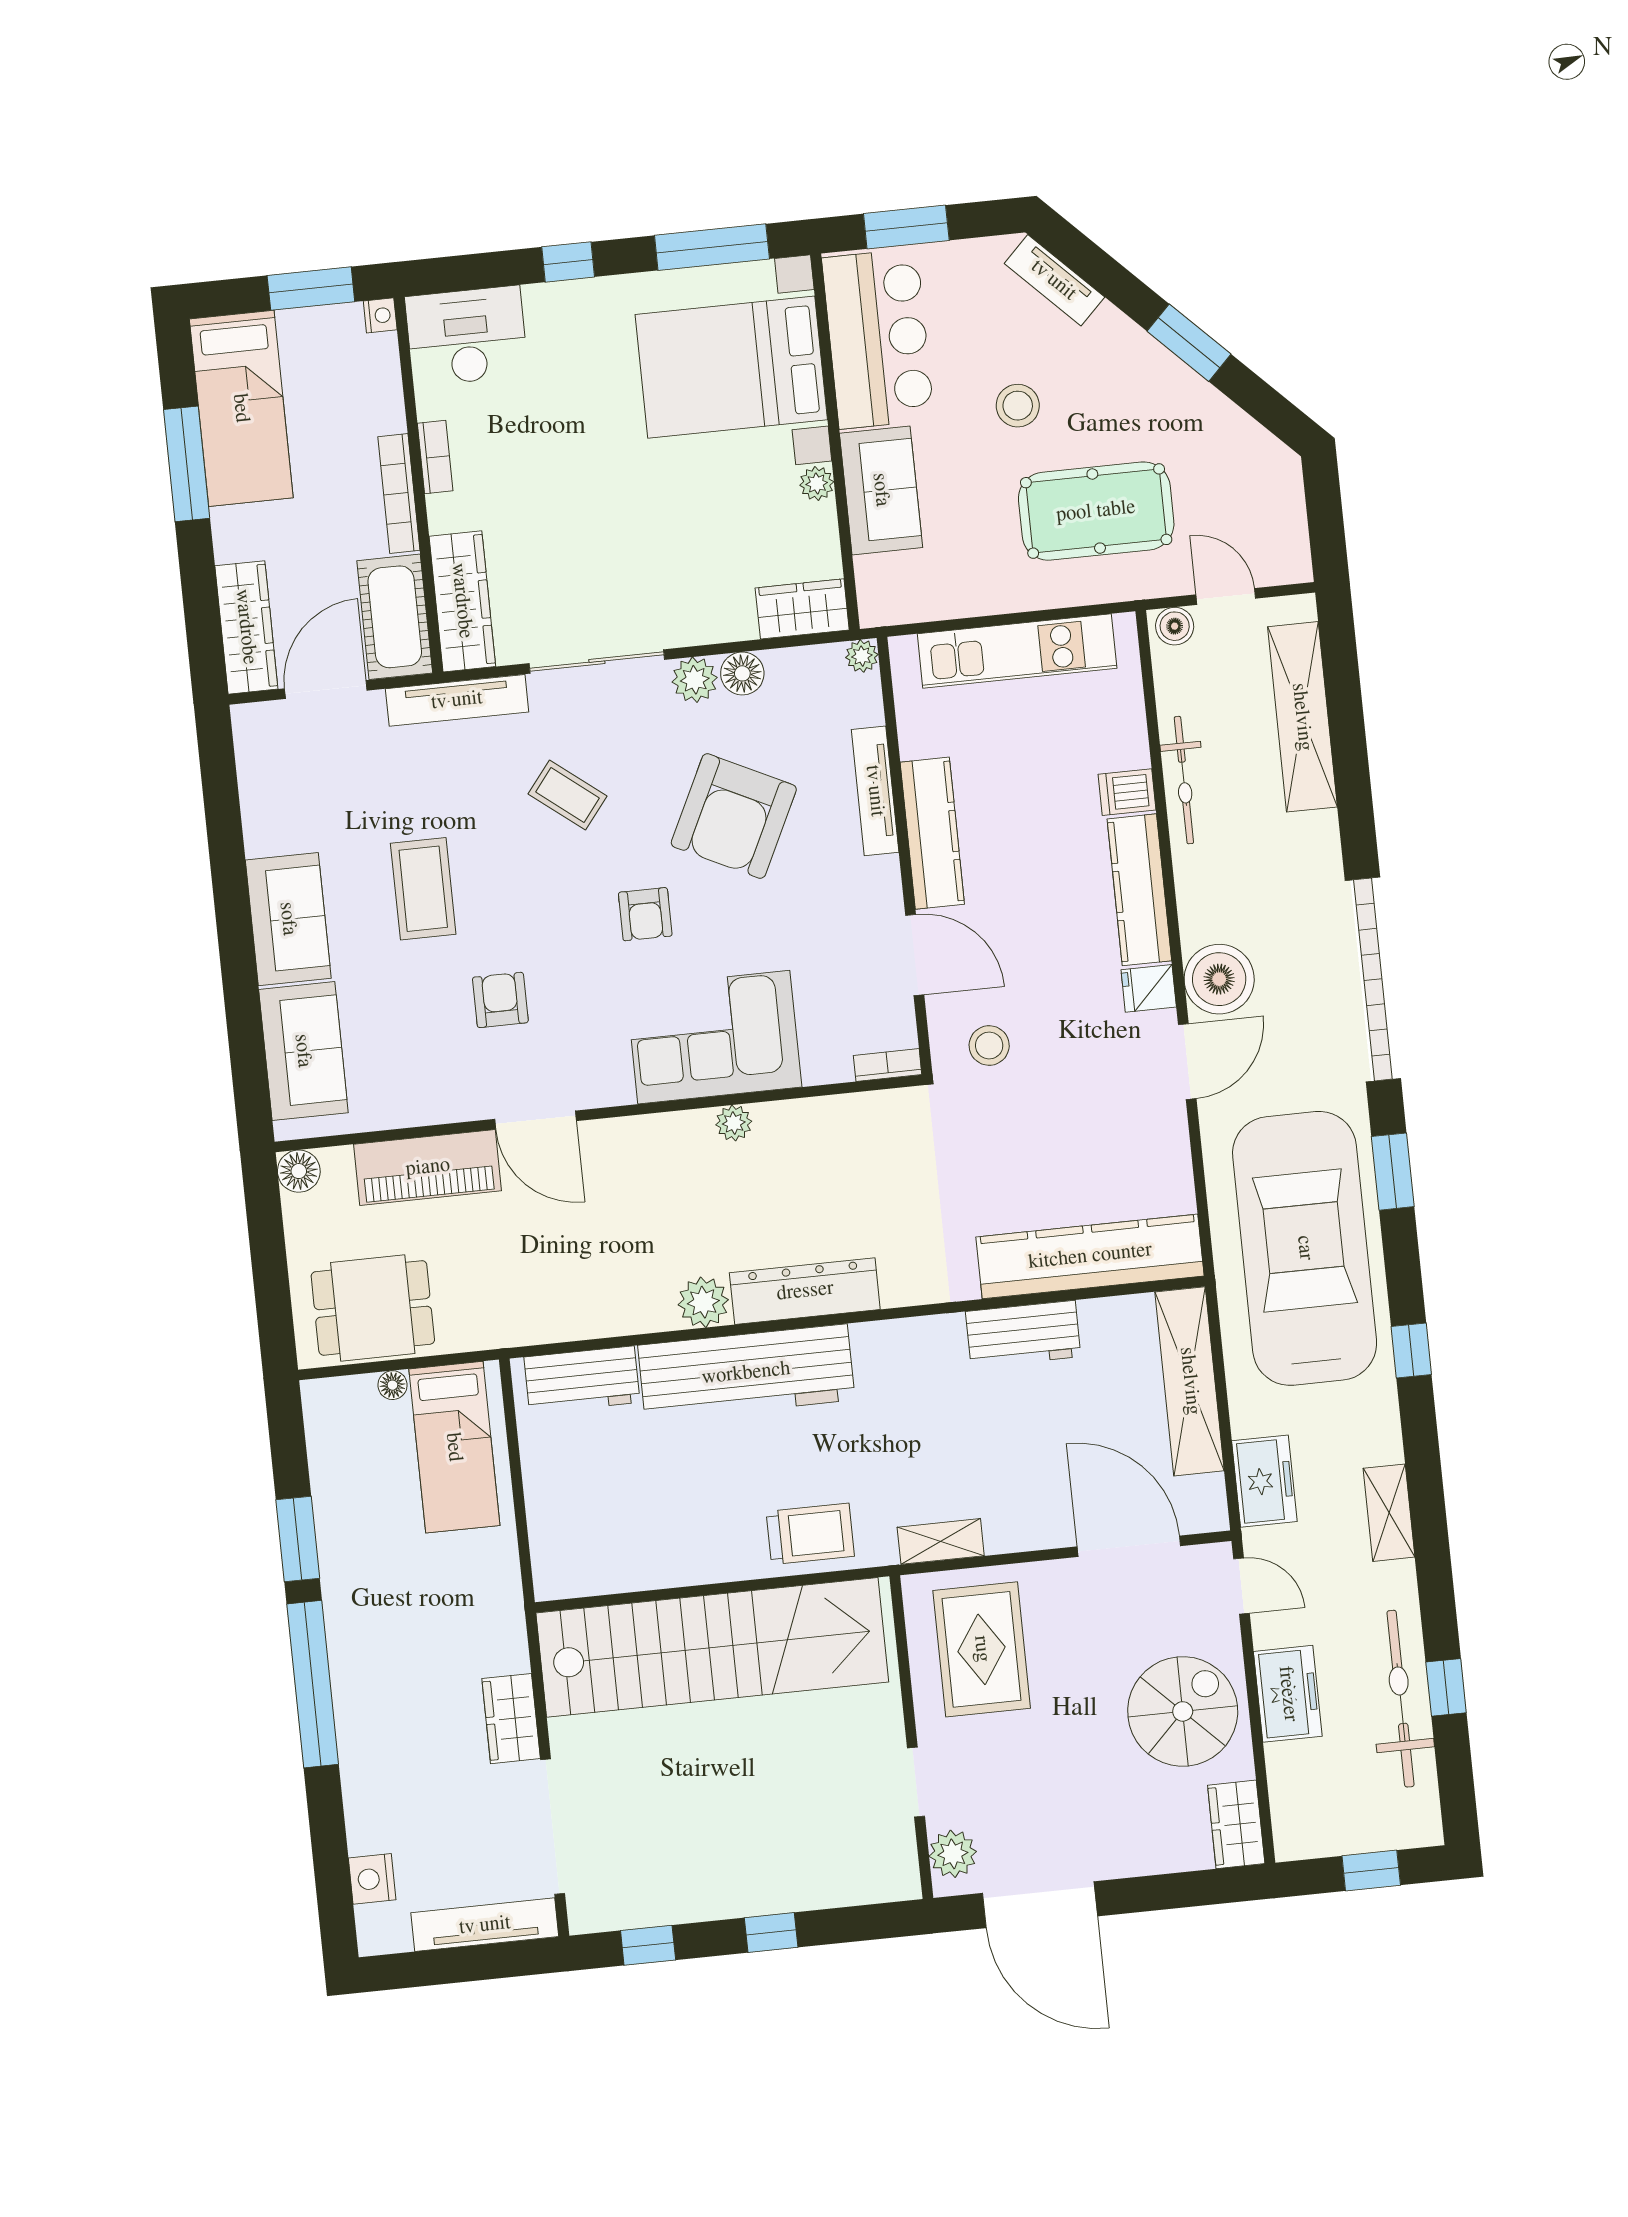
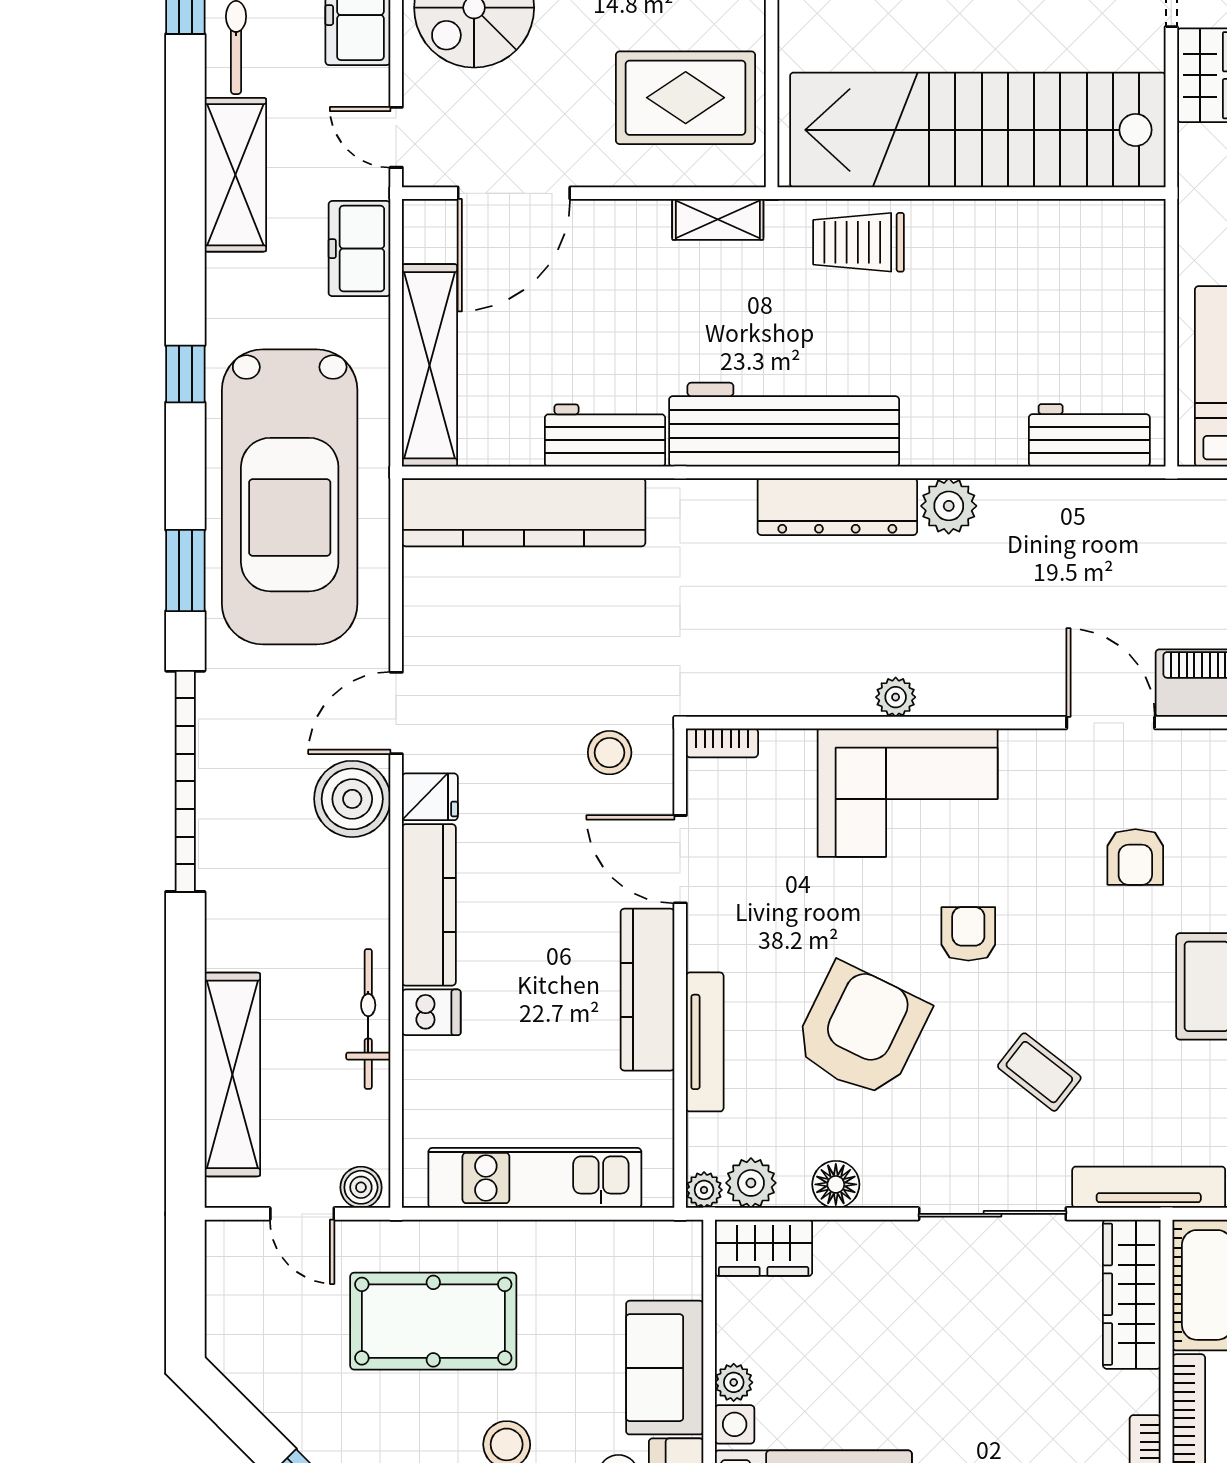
plant: (695, 680) -> (751, 1183), moved
workbench: (746, 1373) -> (784, 425), moved
shelving: (1389, 1513) -> (235, 175), width x1.50, depth x1.33
door: (1129, 1546) -> (514, 193), hinge flipped
rug: (982, 1649) -> (686, 98), turned 90

